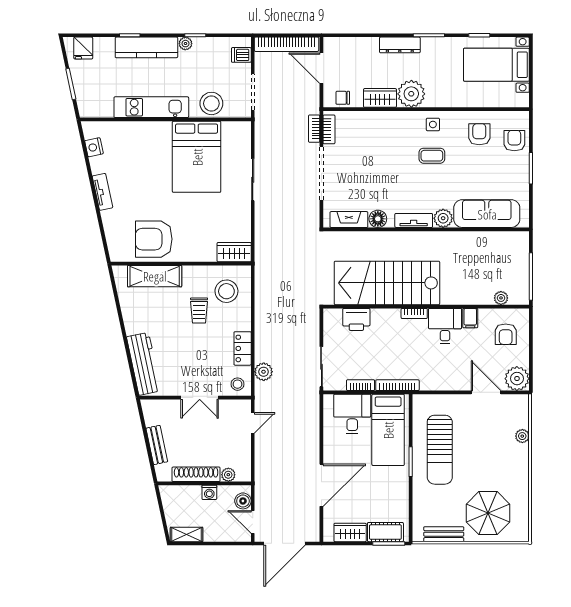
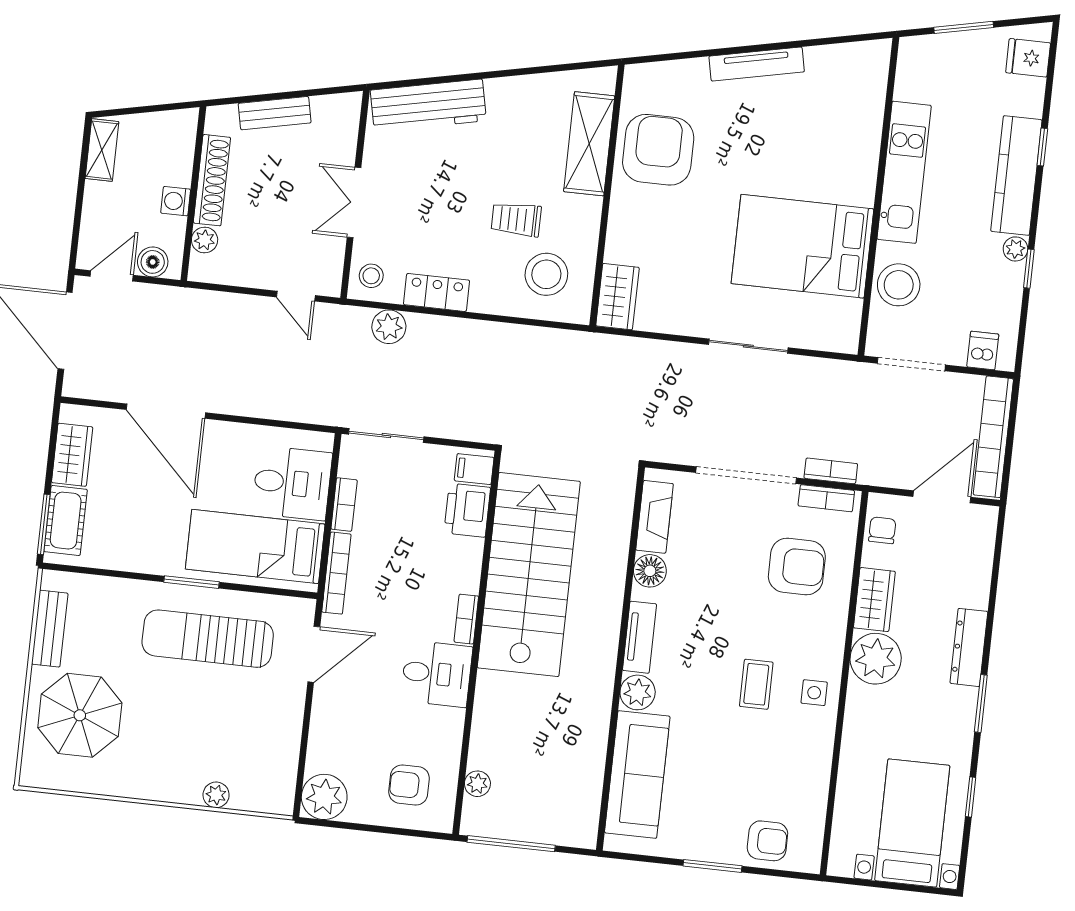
armchair: (479, 134) -> (797, 566), moved, width x1.38, depth x1.38
nightstand: (94, 147) -> (841, 57), removed
tv unit: (102, 192) -> (757, 64), width x1.41
filing cabinet: (470, 318) -> (474, 469), moved
door: (486, 392) -> (314, 654), moved

